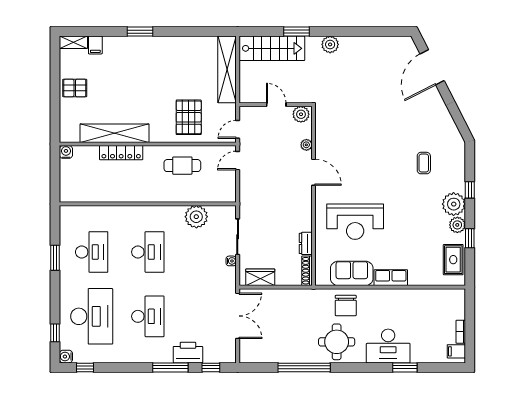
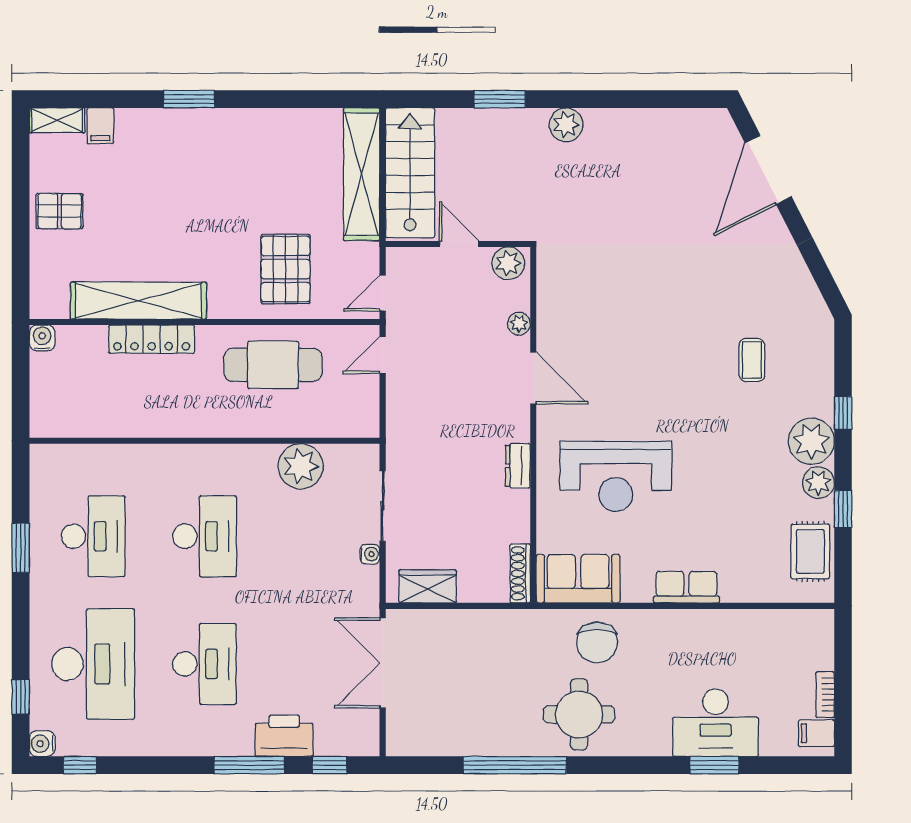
stairs: (272, 48) -> (410, 173), moved, turned -90
cafe table: (182, 166) -> (273, 365), width x1.37, depth x1.35
dresser: (306, 243) -> (518, 466), moved
sofa: (352, 273) -> (578, 579), moved
double door: (238, 316) -> (383, 663), swing flipped
desk: (388, 346) -> (716, 723), moved

